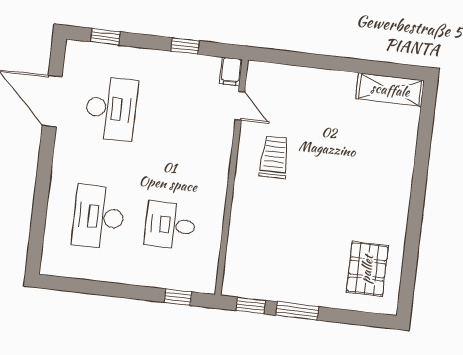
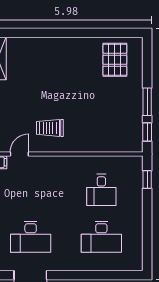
desk: (111, 108) -> (31, 237), turned 180
pallet: (367, 269) -> (115, 60), turned 90

